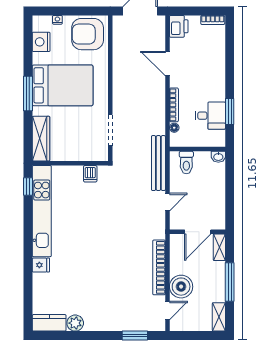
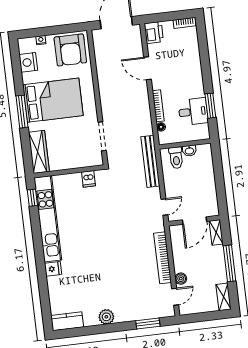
armchair: (88, 34) -> (70, 50), turned -90
washbasin: (218, 157) -> (189, 151), moved
door: (167, 202) -> (164, 207), moved
boiler: (181, 287) -> (181, 279), width x0.54, depth x0.54
plant: (75, 323) -> (106, 317), moved

